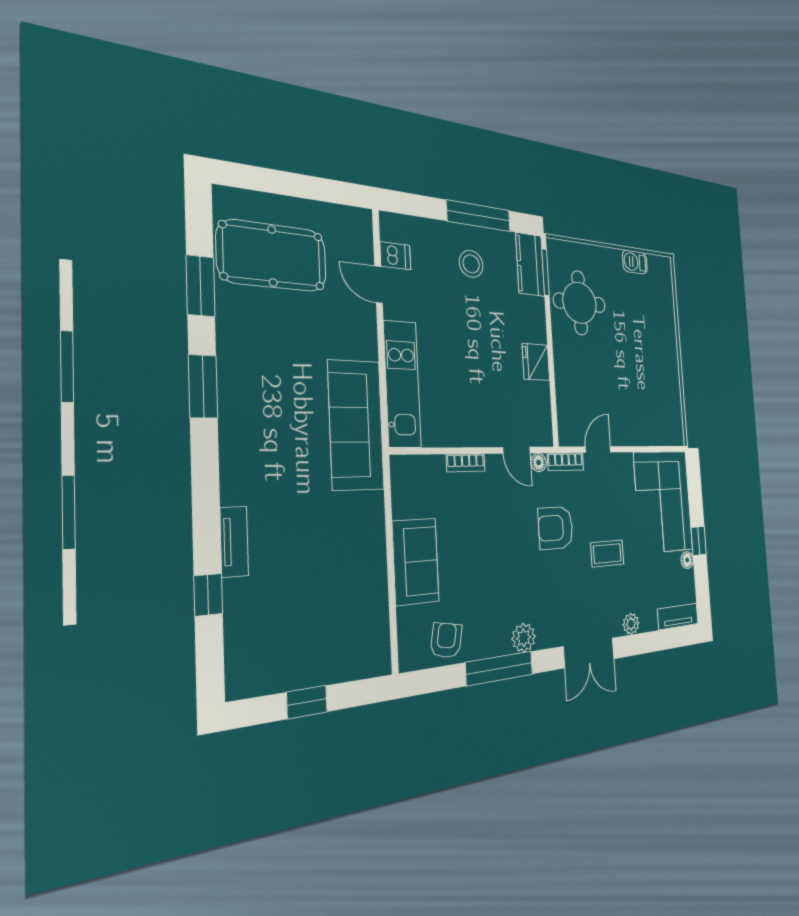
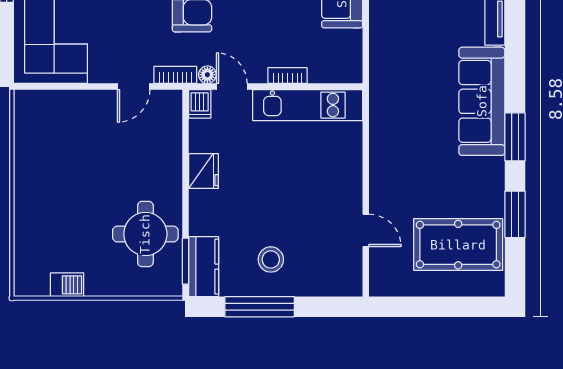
dishwasher: (395, 256) -> (200, 104), moved, turned -90
kitchen unit: (402, 384) -> (308, 105), moved, turned -90
sofa: (356, 425) -> (482, 101), moved, turned 180

